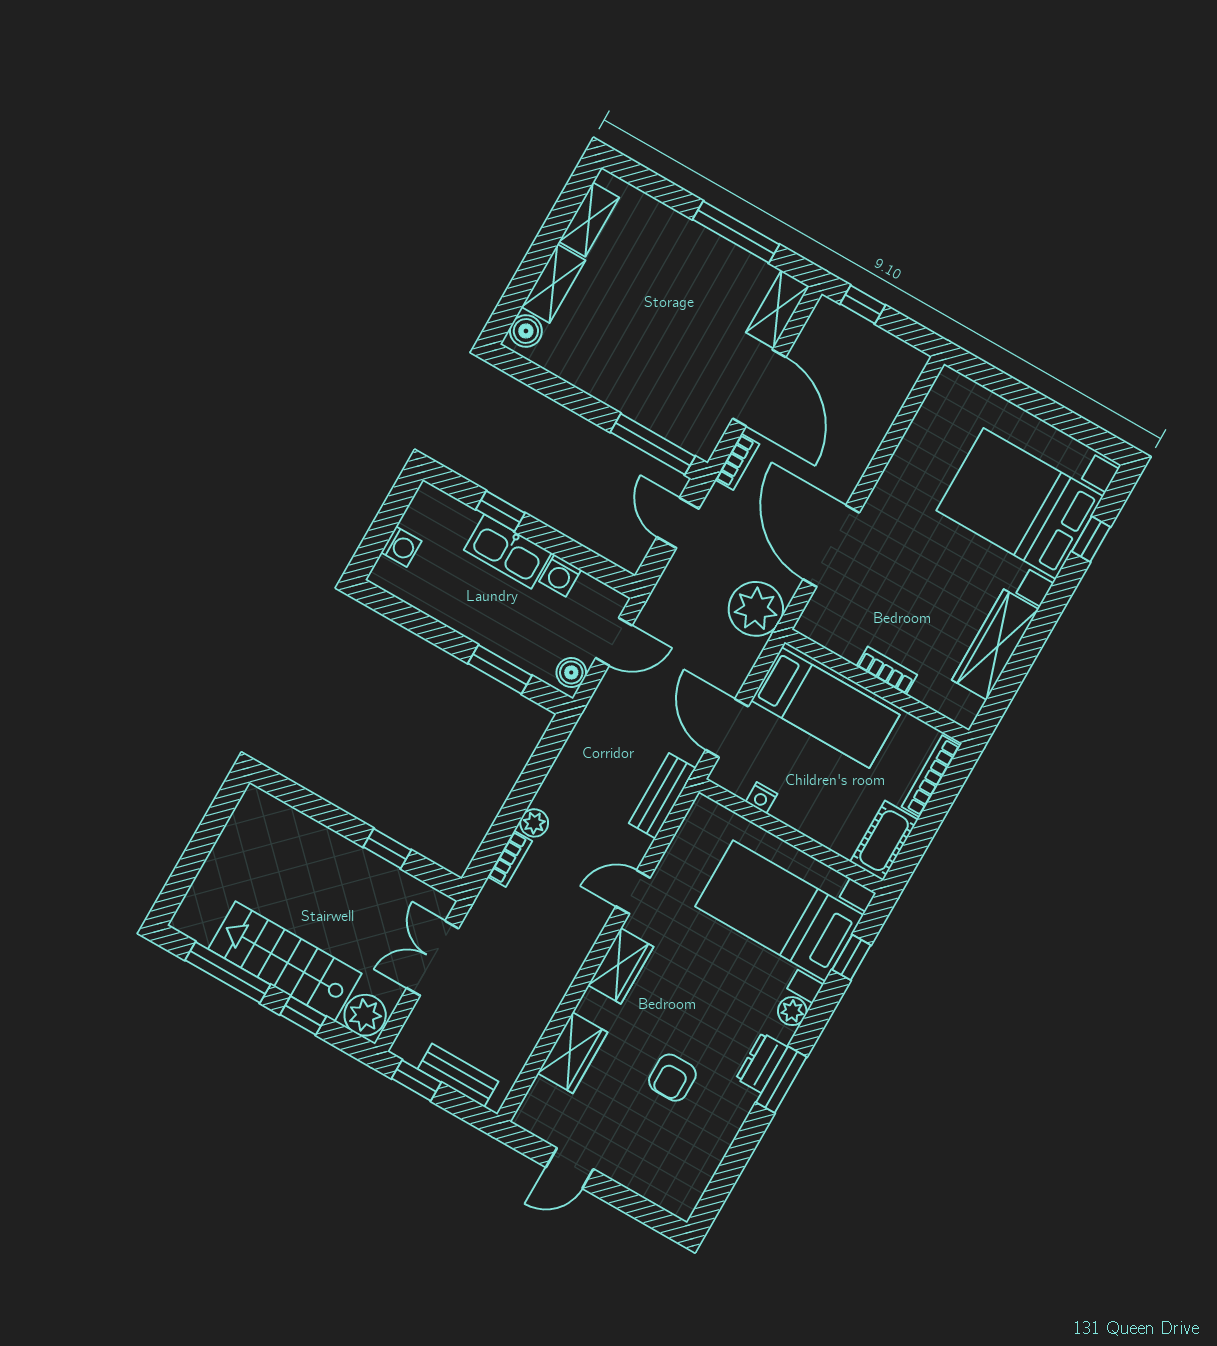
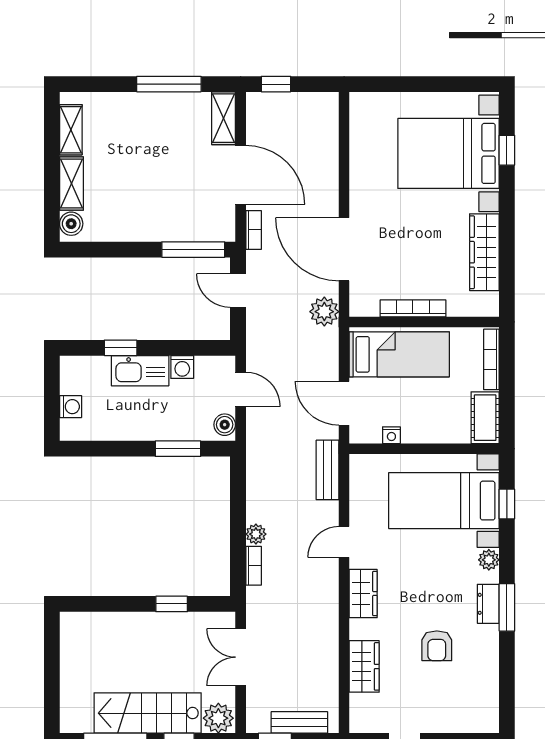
plant: (756, 609) -> (324, 312), width x0.73, depth x0.73
door: (614, 642) -> (241, 389), hinge flipped
bookcase: (887, 671) -> (413, 308), width x1.56

